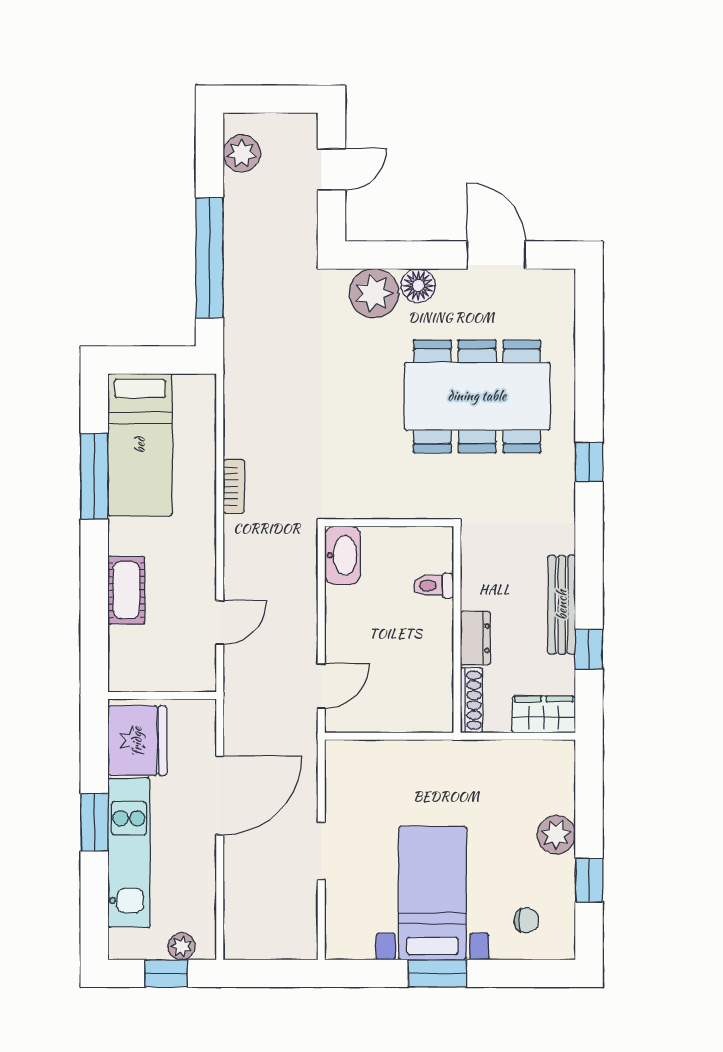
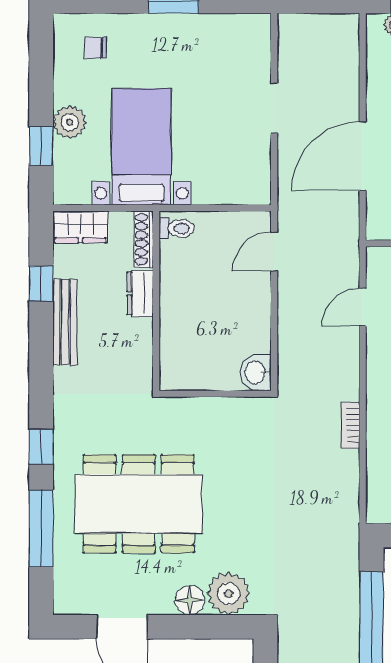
window: (589, 368) -> (41, 528), added
washbasin: (343, 555) -> (256, 372), width x0.72
toilet: (433, 586) -> (177, 228), moved
window: (589, 880) -> (41, 146), moved
bed with nightstands: (432, 893) -> (142, 147), moved, turned 180

